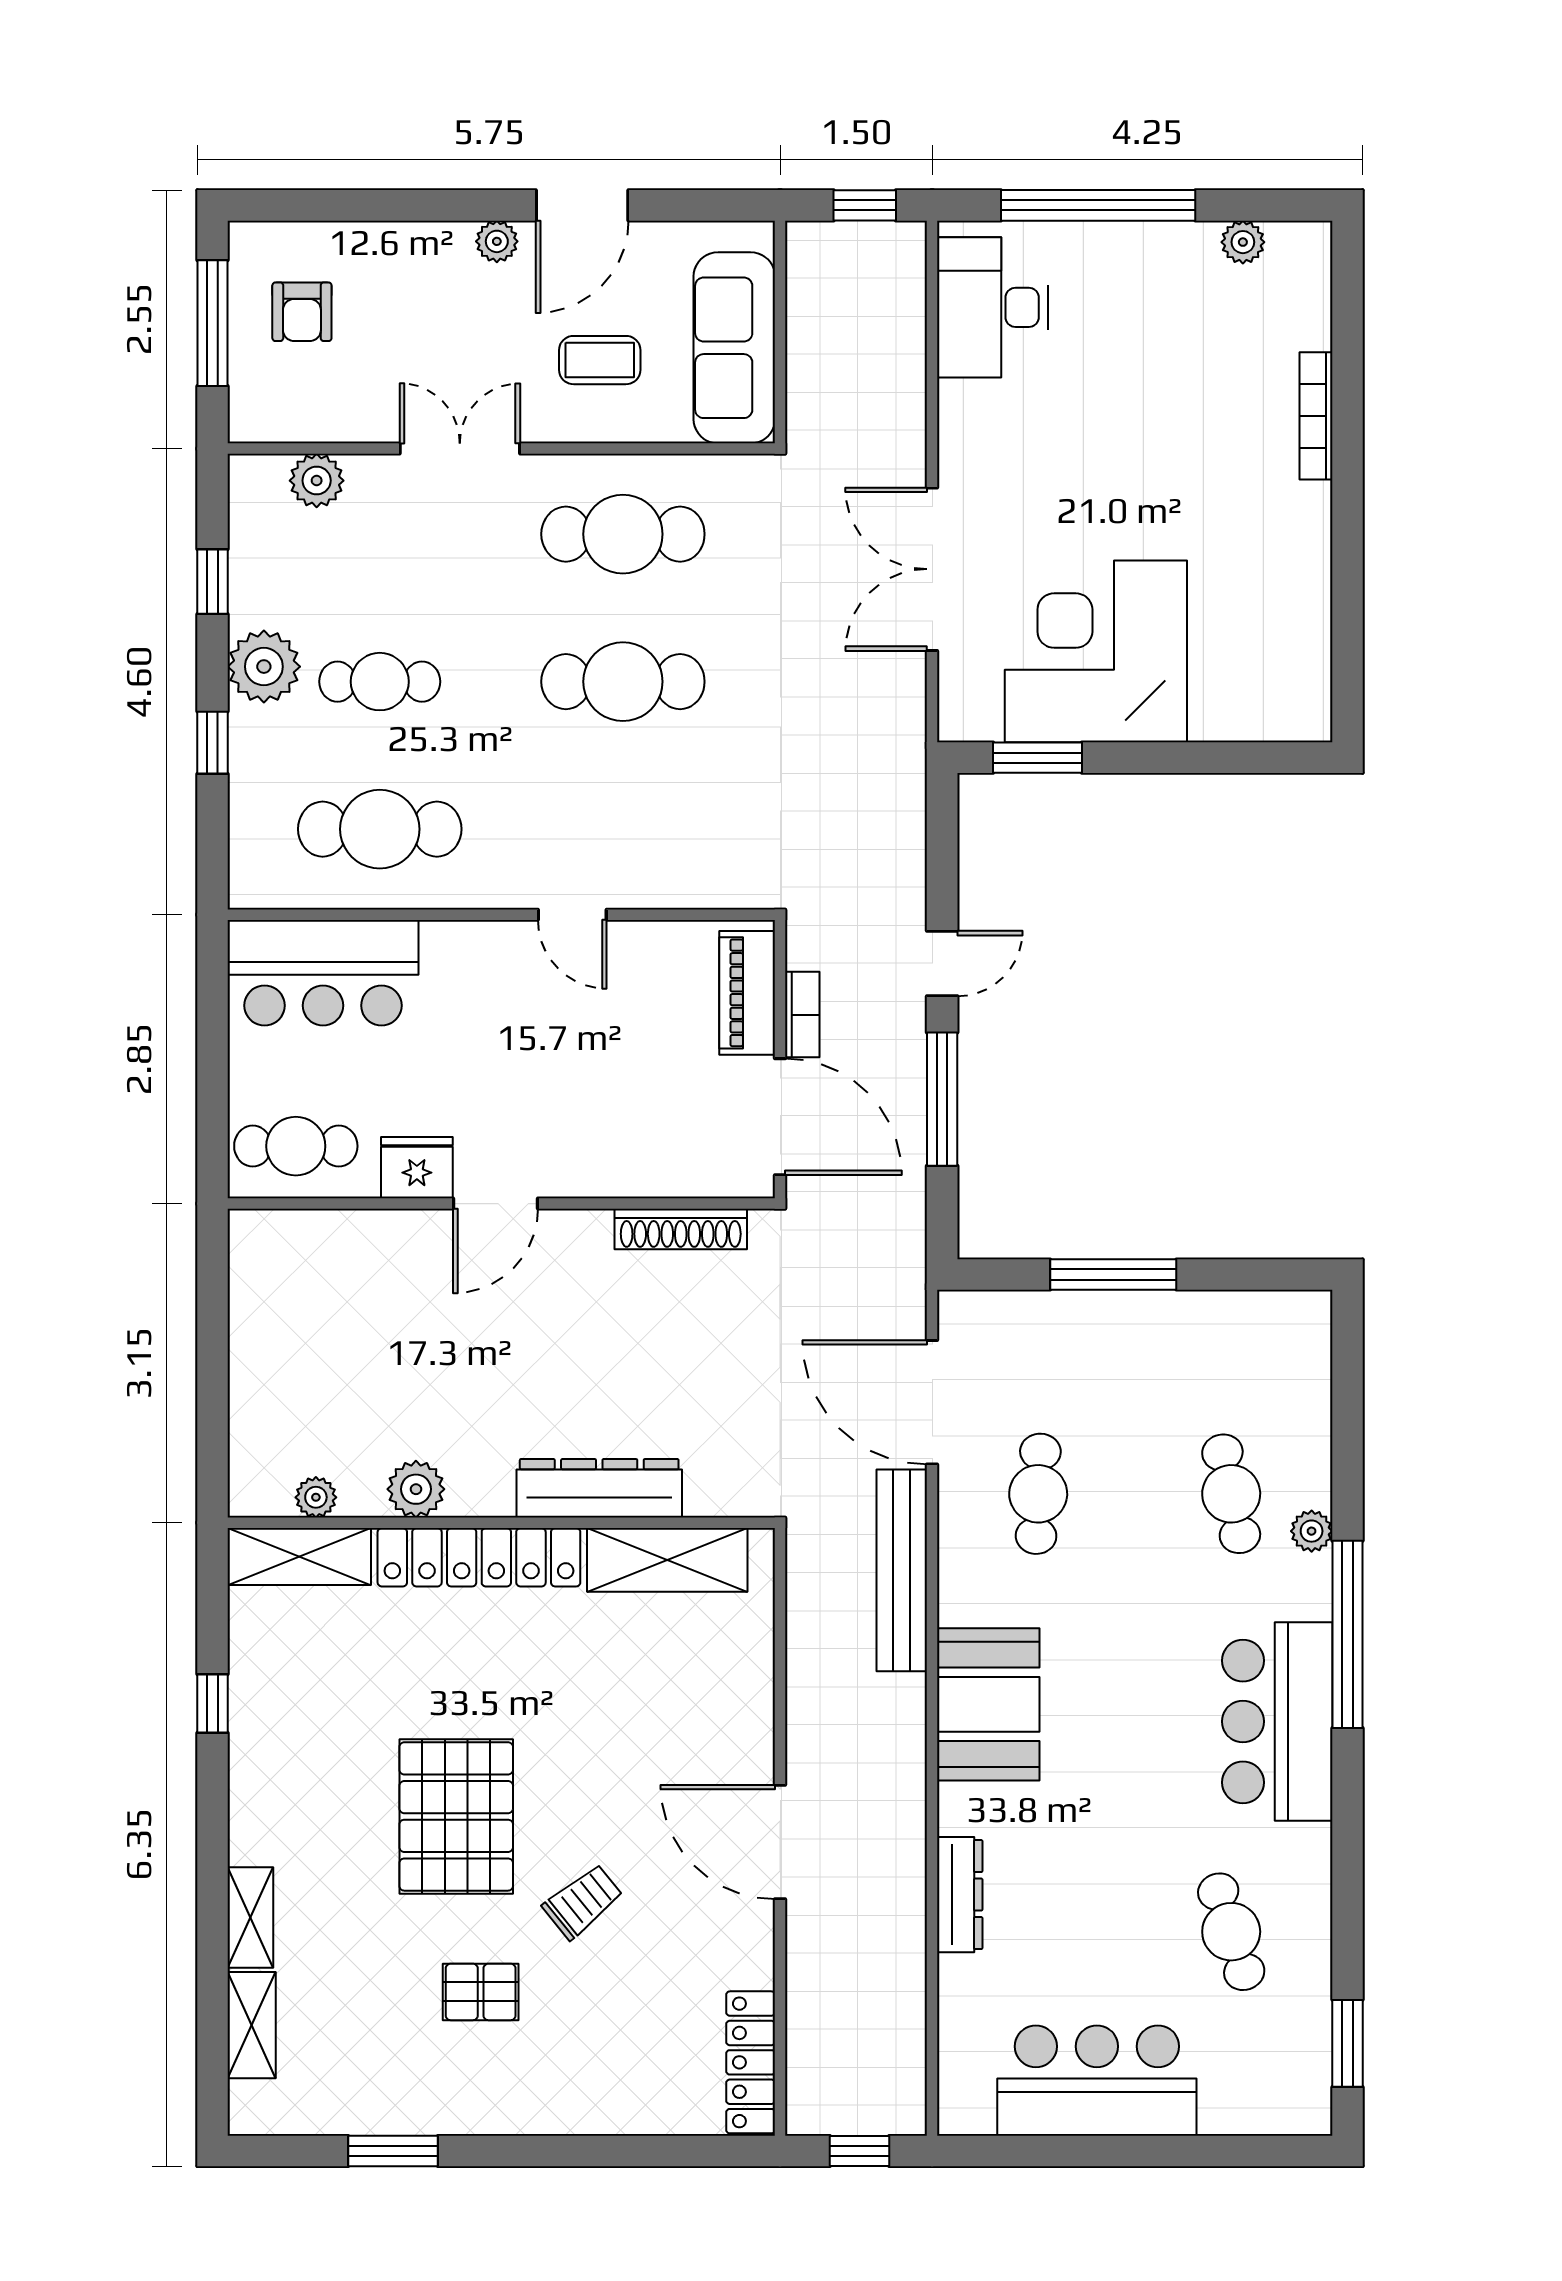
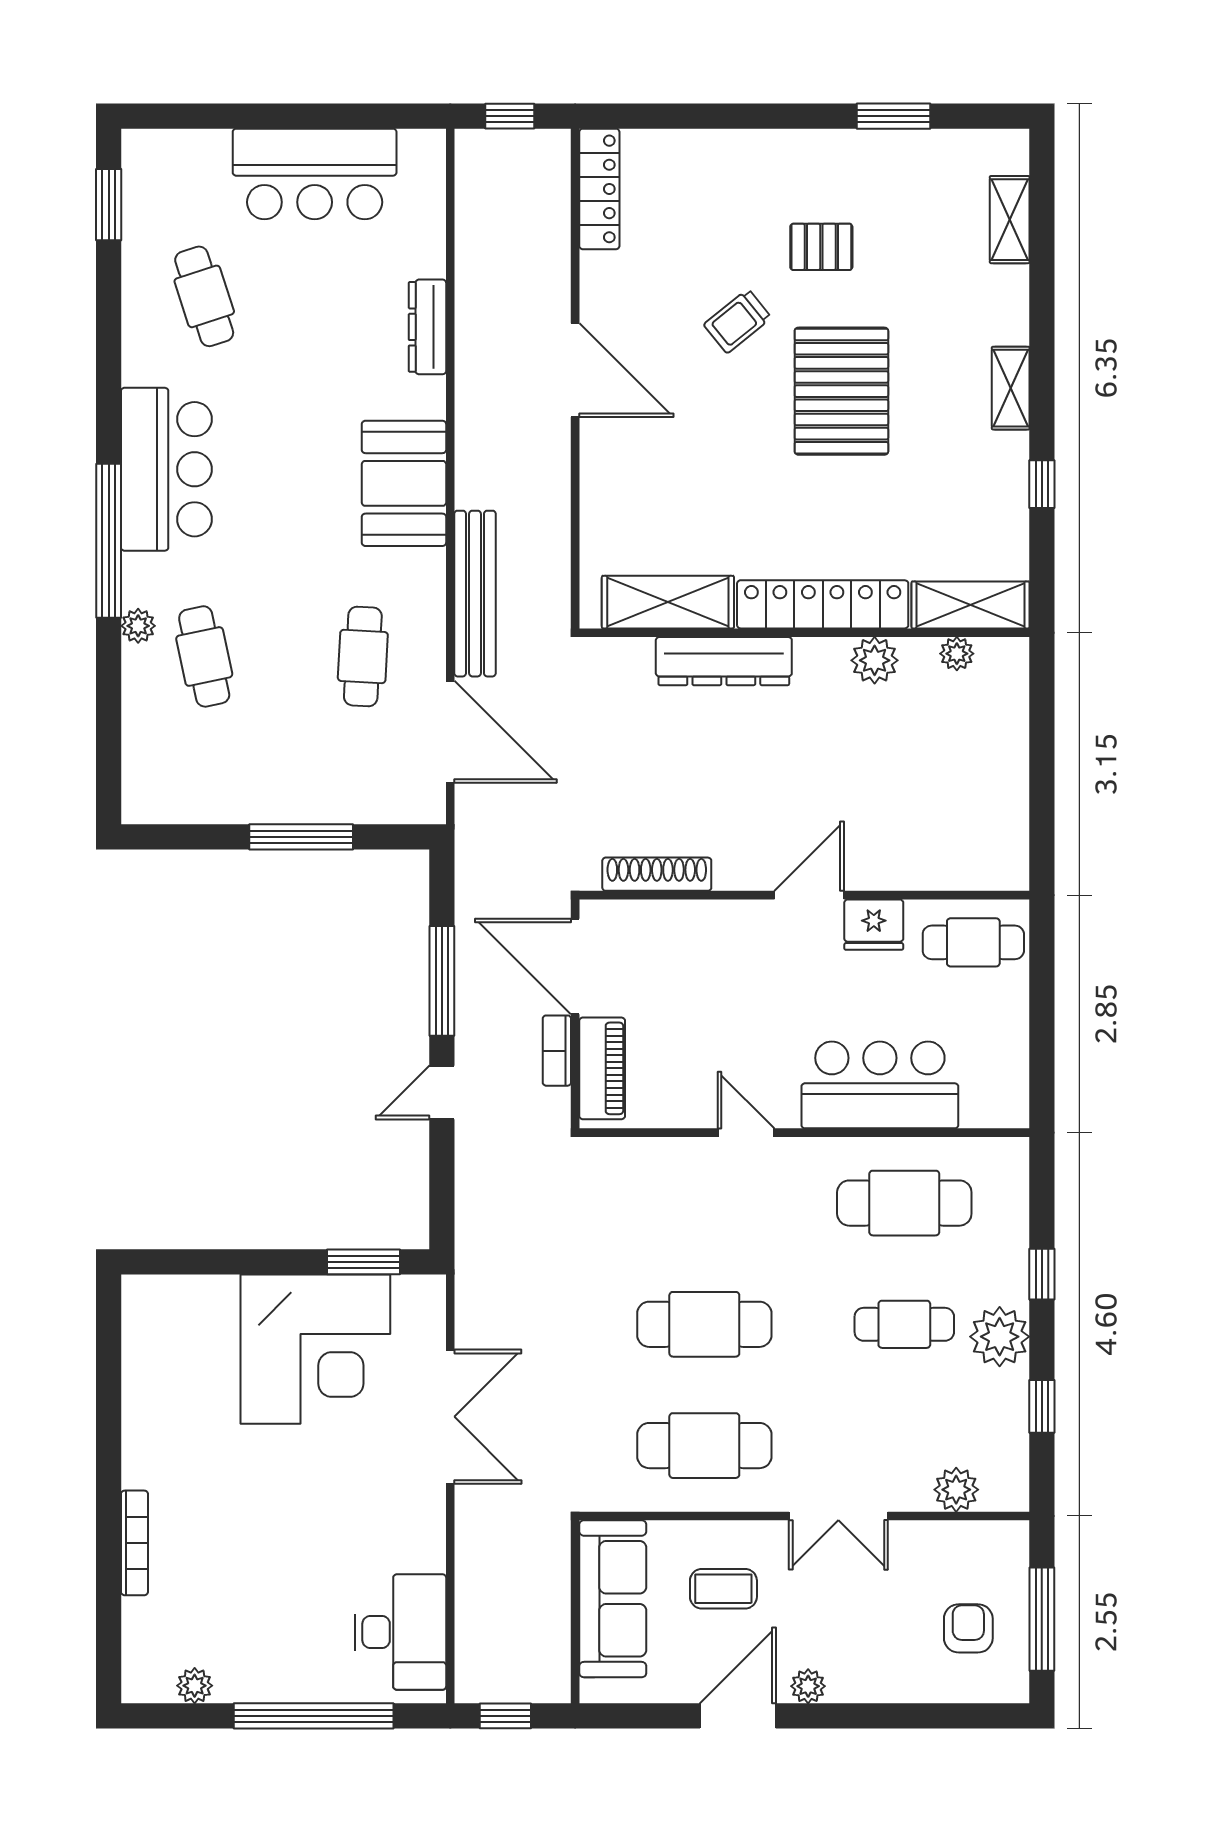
bar counter: (323, 973) -> (880, 1085), moved
shelving: (250, 1917) -> (1011, 388), moved

